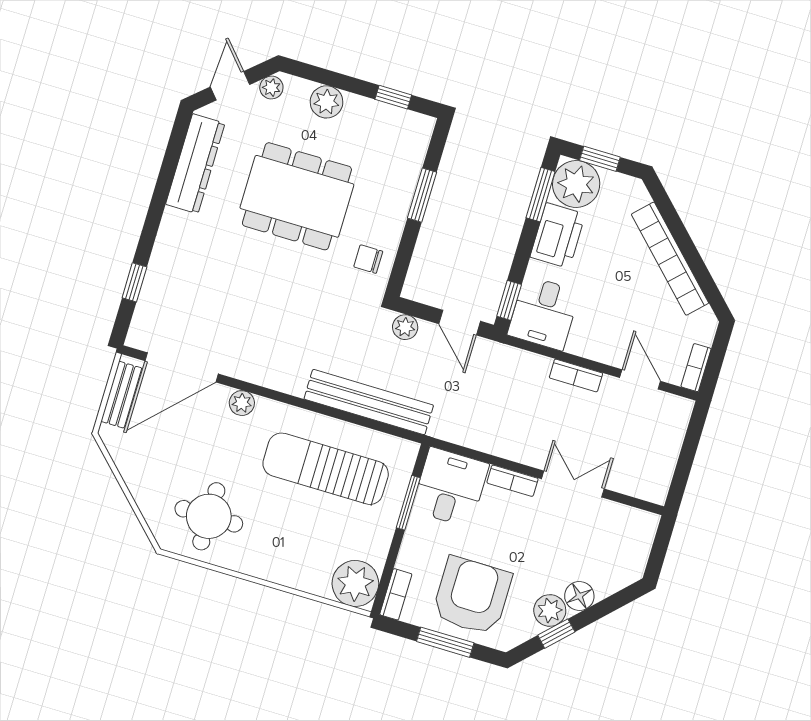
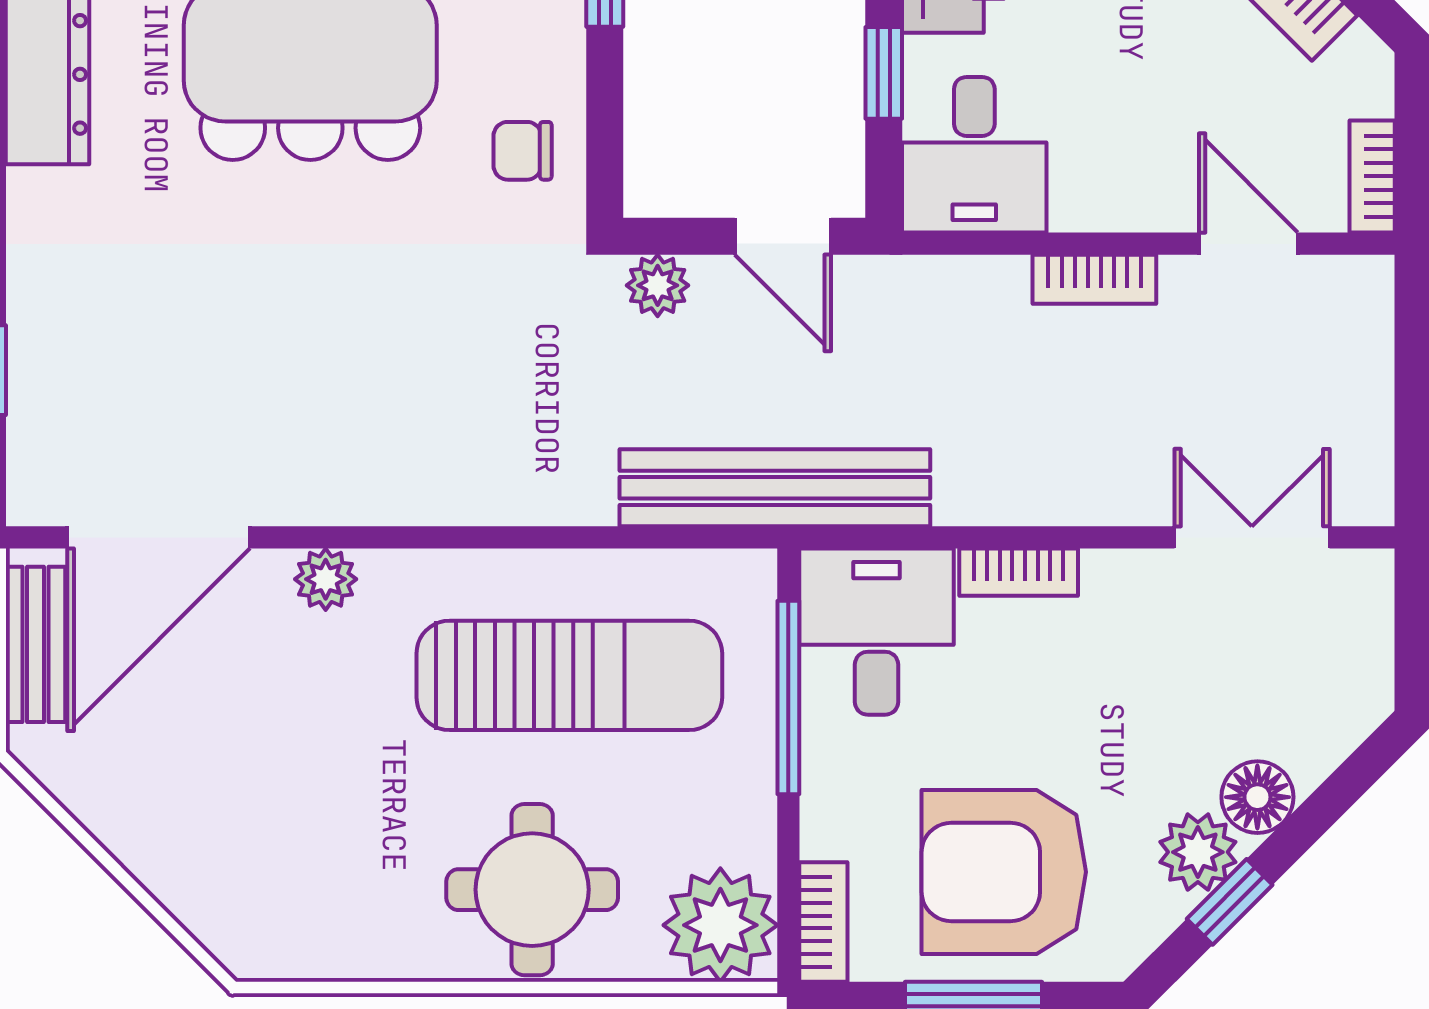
window: (509, 300) -> (884, 73), moved
bench: (369, 402) -> (775, 488), moved
sun lounger: (326, 469) -> (569, 675), turned 180
double door: (573, 484) -> (1252, 537), moved
window: (408, 503) -> (788, 698), width x1.44
round table: (209, 516) -> (532, 890), moved
armchair: (472, 596) -> (1004, 872), turned -90

